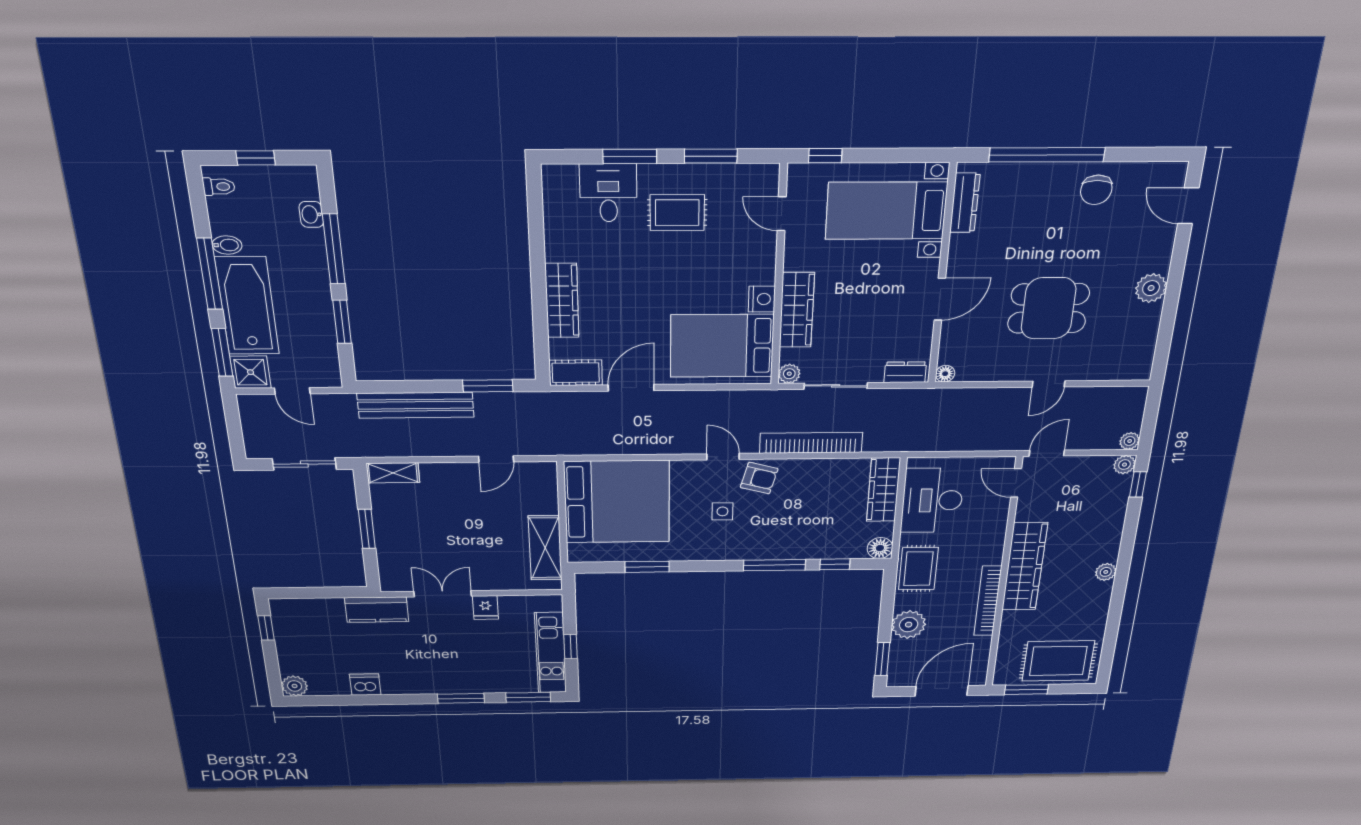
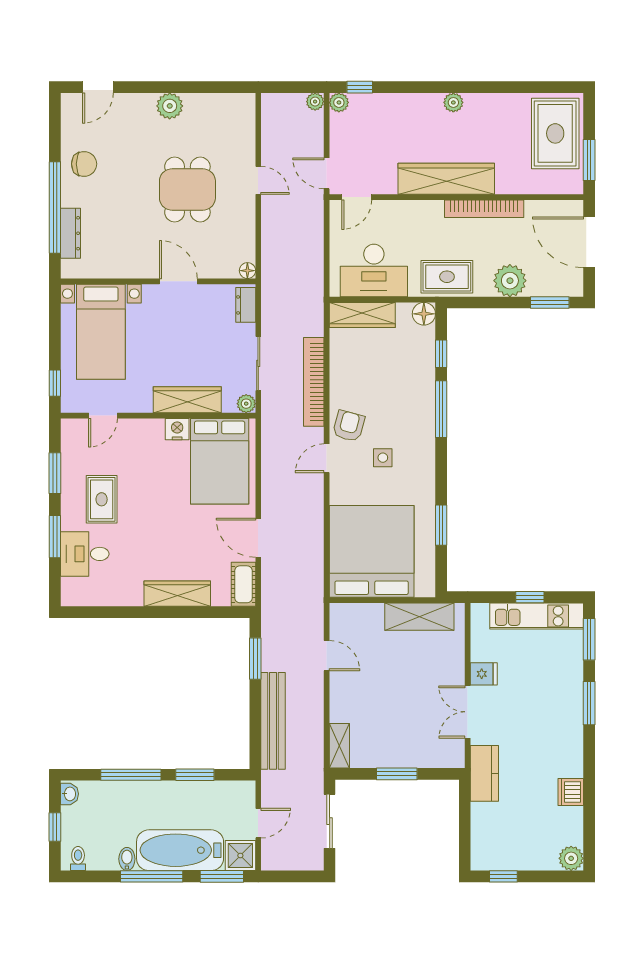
dresser: (965, 203) -> (70, 233), moved, turned 90
washbasin: (311, 214) -> (69, 794), moved, turned -90

